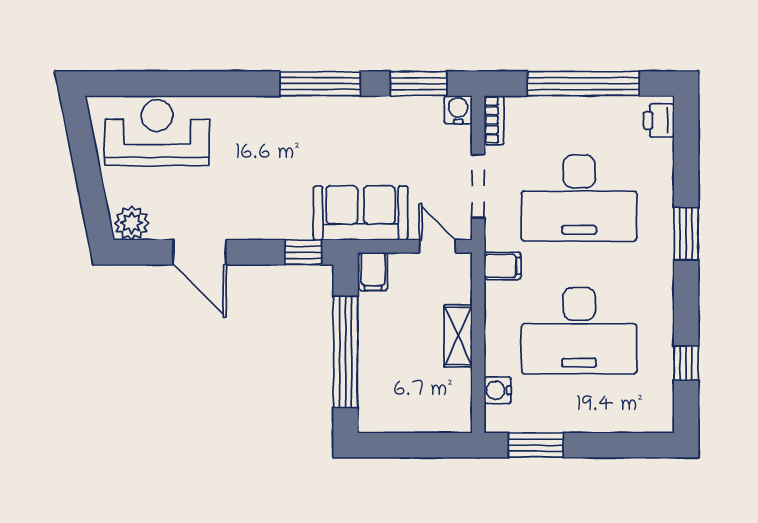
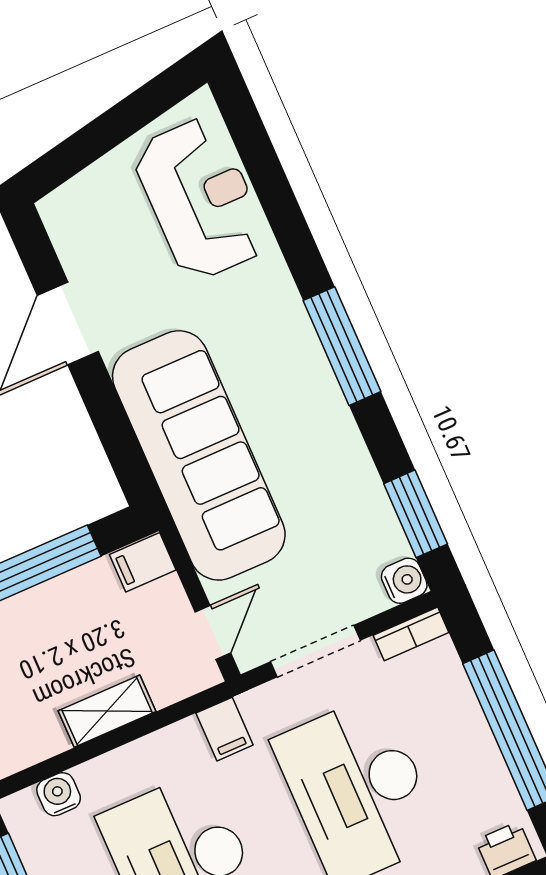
window: (320, 84) -> (342, 346), moved
sofa: (361, 213) -> (199, 455), width x1.85, depth x1.27
plant: (132, 223) -> (67, 217), removed
window: (303, 252) -> (127, 459), removed

